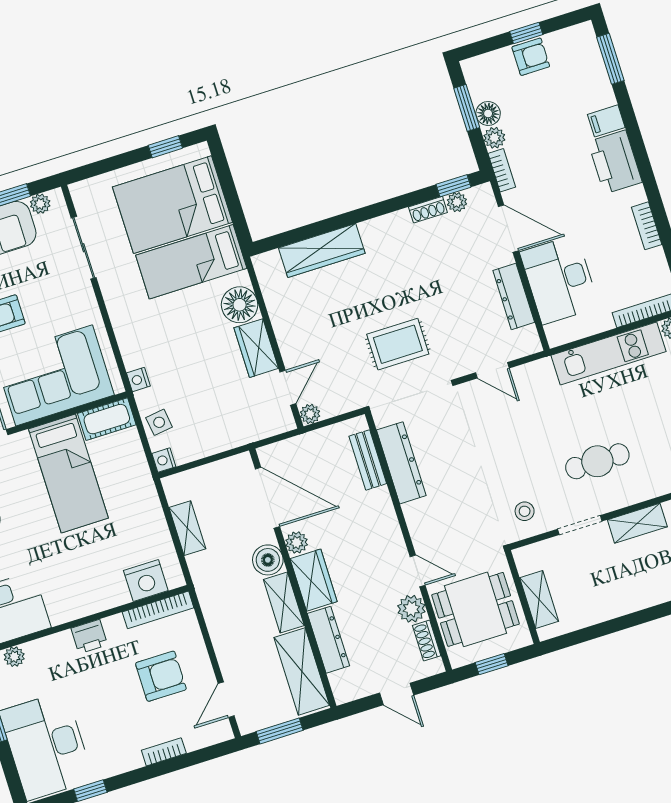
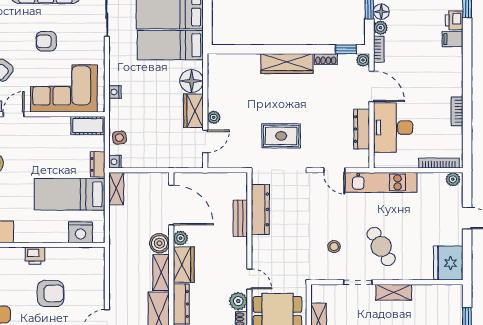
printer: (615, 162) -> (454, 20), moved, width x0.53, depth x0.68
plant: (457, 202) -> (363, 60), moved
wardrobe: (322, 251) -> (287, 64), moved
kitchen unit: (608, 353) -> (381, 182), moved
nightstand: (138, 380) -> (115, 92), moved
plant: (310, 414) -> (214, 117), moved
bench: (368, 460) -> (240, 218), moved
cafe table: (597, 461) -> (381, 246), turned 61
dresser: (139, 472) -> (98, 164), added
bed: (68, 473) -> (70, 194), moved, turned 90
stool: (525, 511) -> (334, 247), moved
shelving: (187, 528) -> (116, 189), moved
bookcase: (158, 610) -> (82, 253), removed
armchair: (161, 676) -> (51, 293), moved

